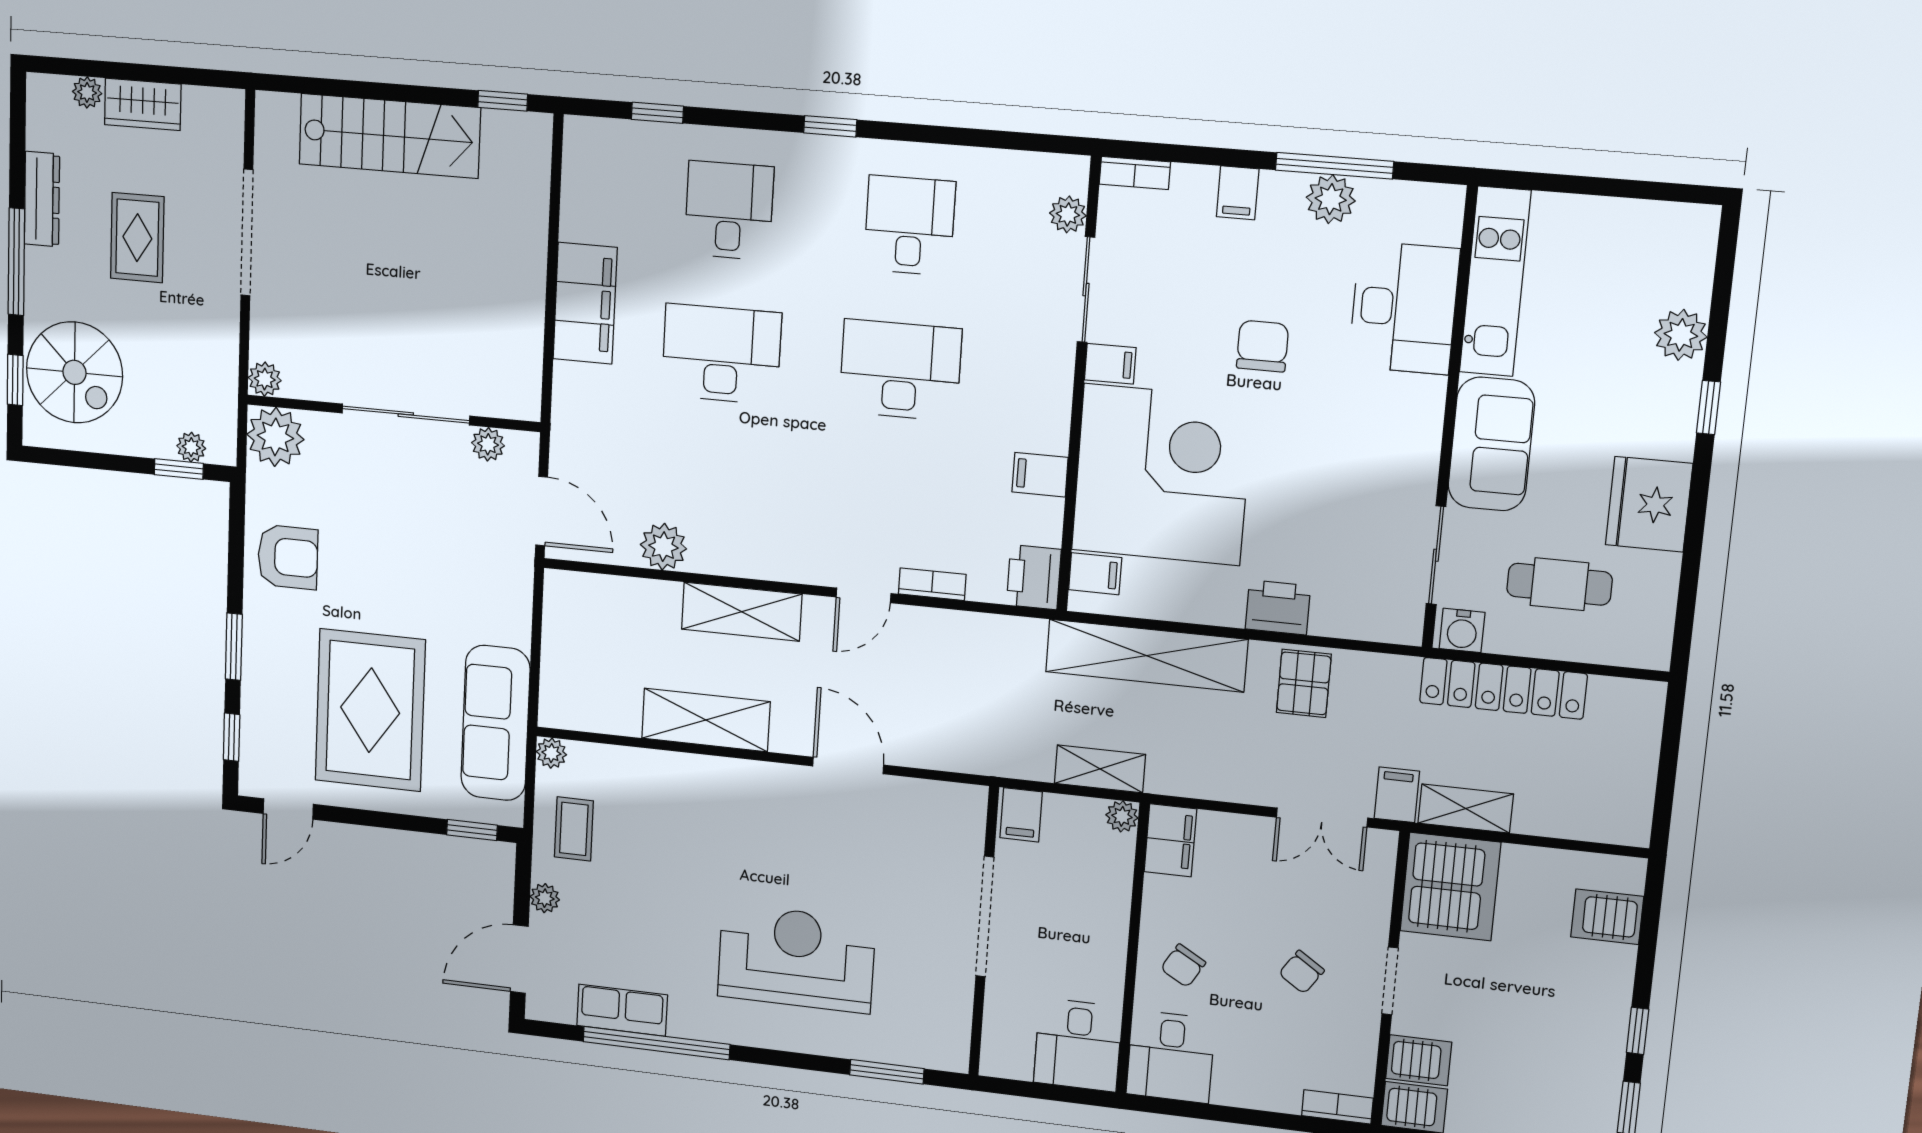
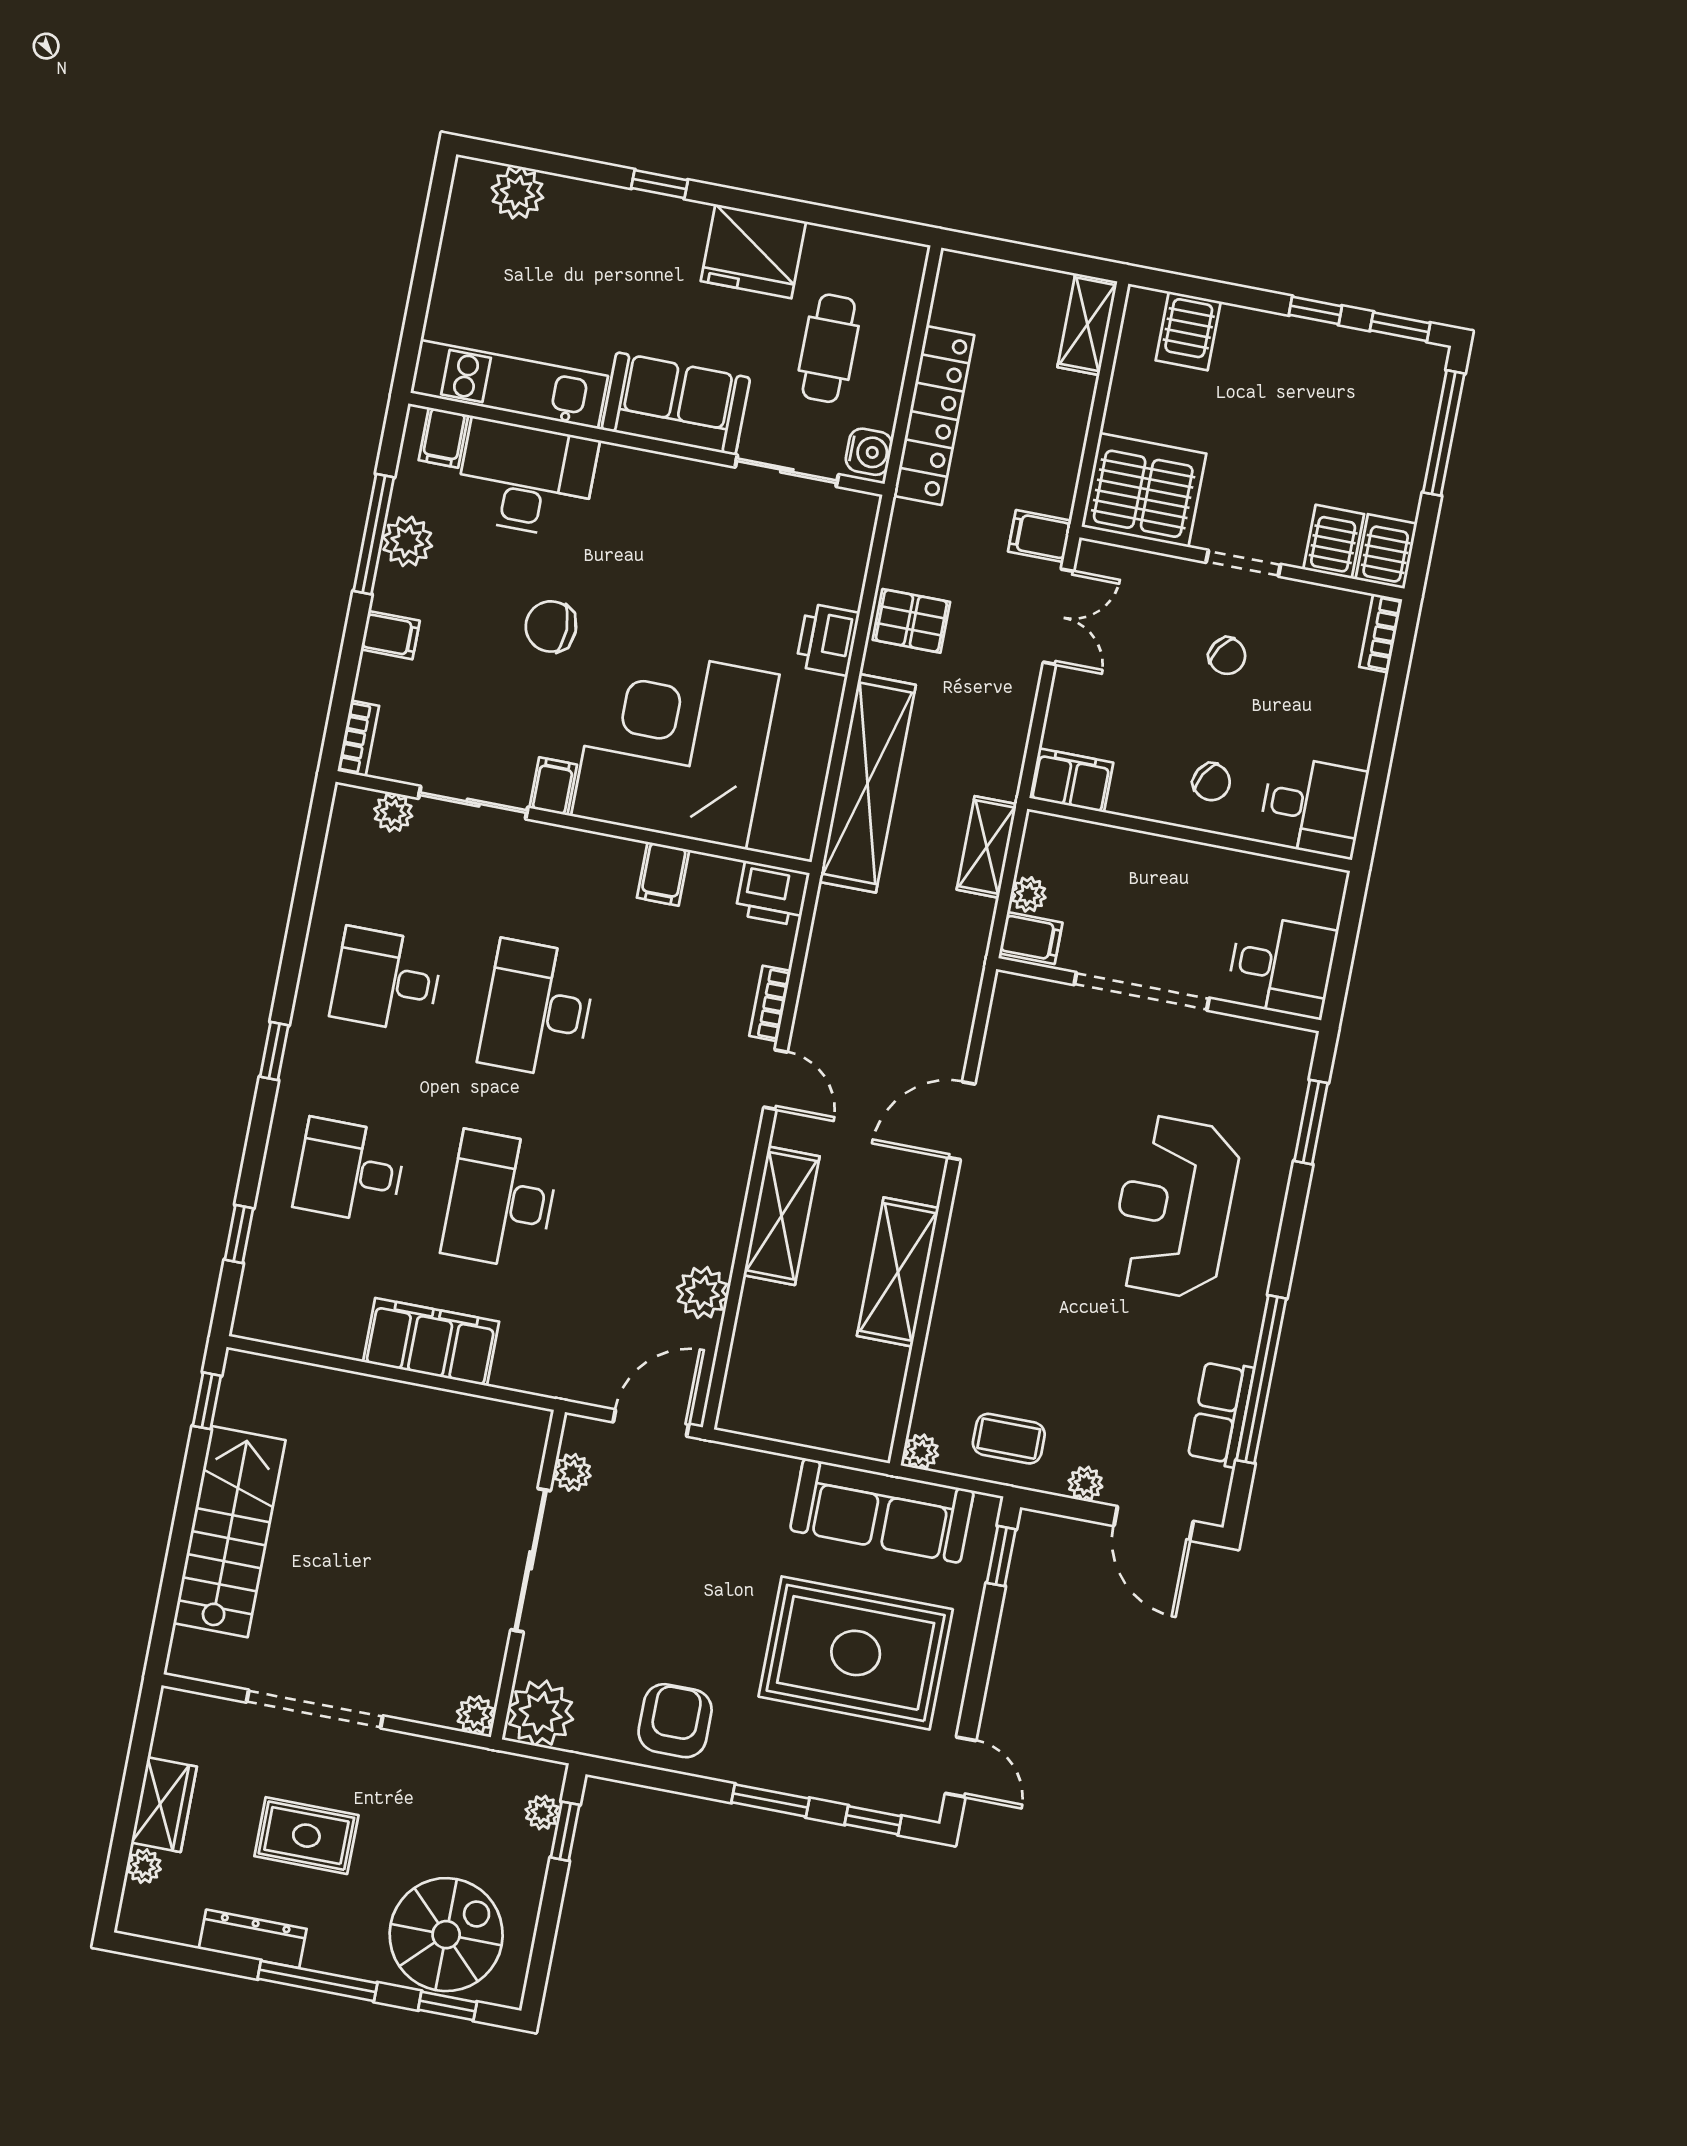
plant: (1681, 335) -> (517, 193), moved
filing cabinet: (1095, 574) -> (443, 438), moved, turned 180
shelving: (1466, 809) -> (1087, 324), moved
plant: (1122, 816) -> (1028, 894), moved
desk: (1078, 1045) -> (1282, 966), moved

